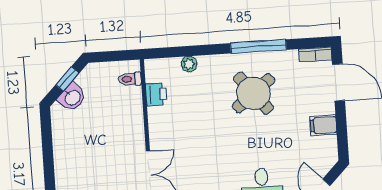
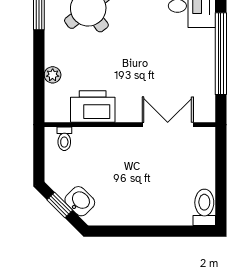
printer: (156, 94) -> (93, 107), width x1.87, depth x1.48

